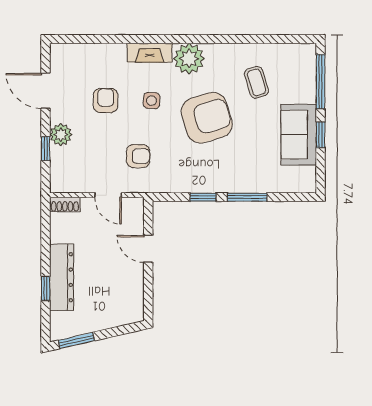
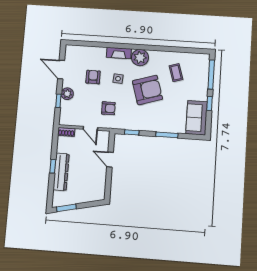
sofa: (299, 135) -> (197, 118), moved
window: (203, 197) -> (132, 132), moved
window: (46, 288) -> (53, 166), moved

